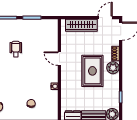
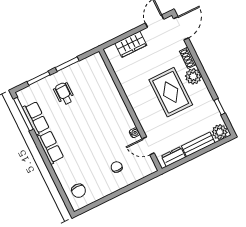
wardrobe: (81, 25) -> (131, 44), width x0.67
wheelchair: (16, 49) -> (64, 94), moved
door: (59, 59) -> (148, 146), moved

